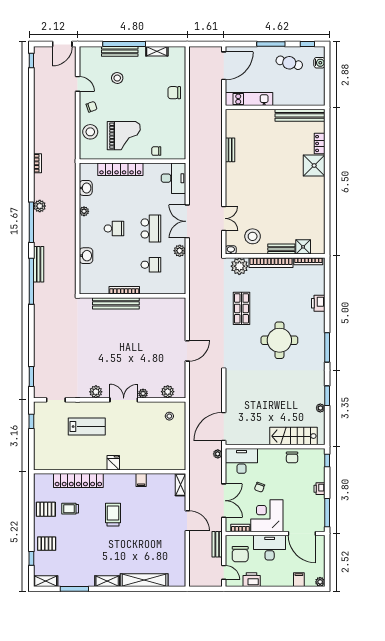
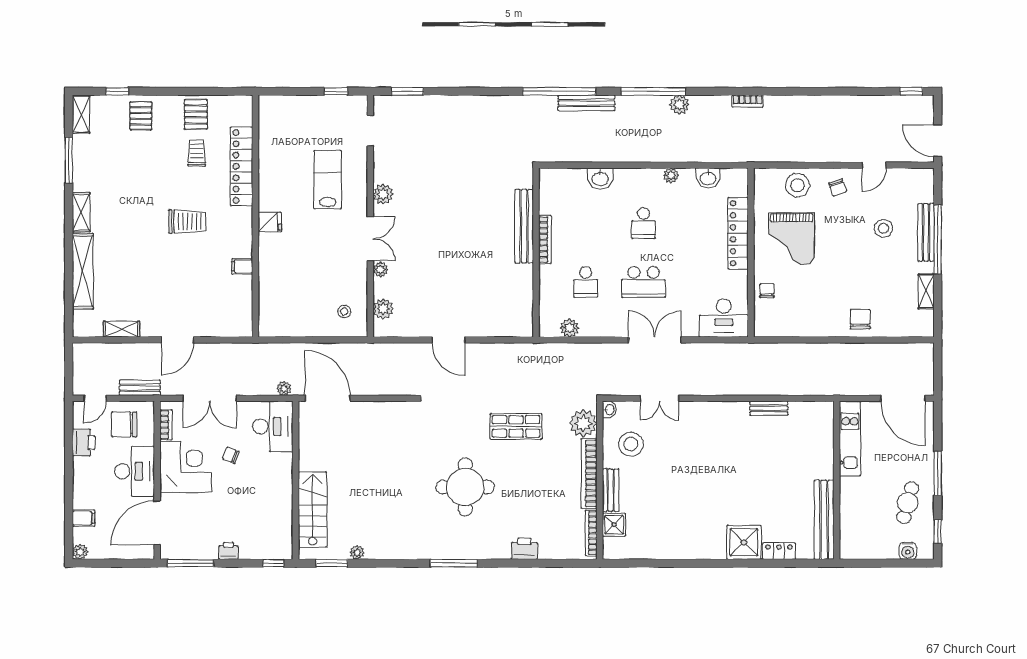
plant: (180, 251) -> (569, 328), moved
window: (327, 396) -> (332, 563), moved
lab bench: (87, 427) -> (328, 180), turned 180
chair: (292, 457) -> (278, 507), removed
shelving: (180, 485) -> (122, 329), moved

